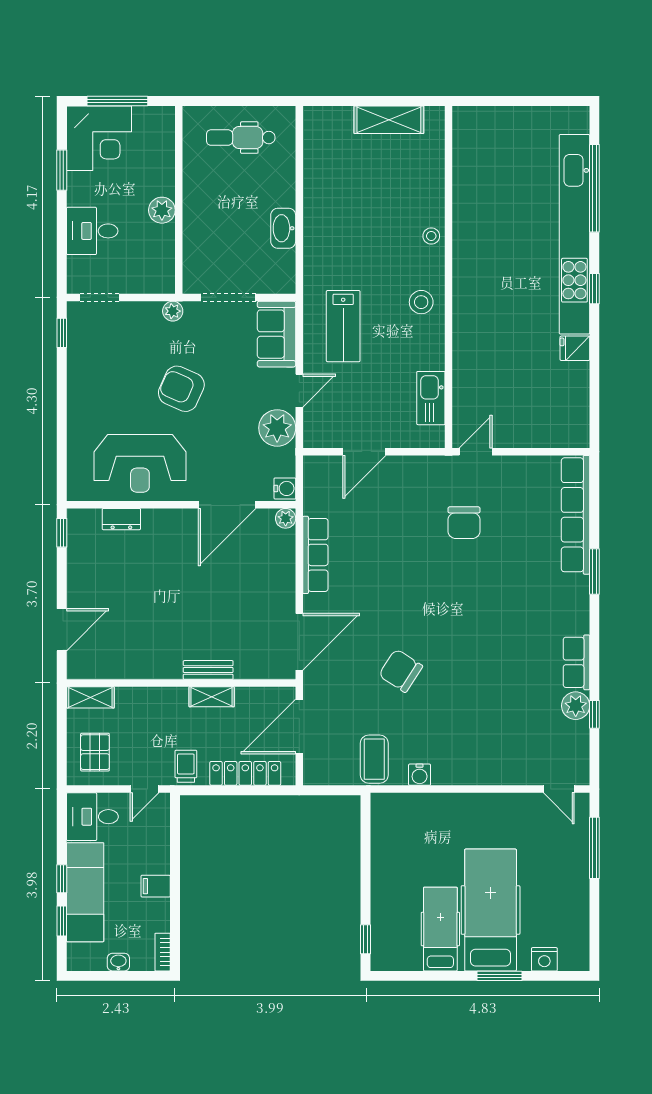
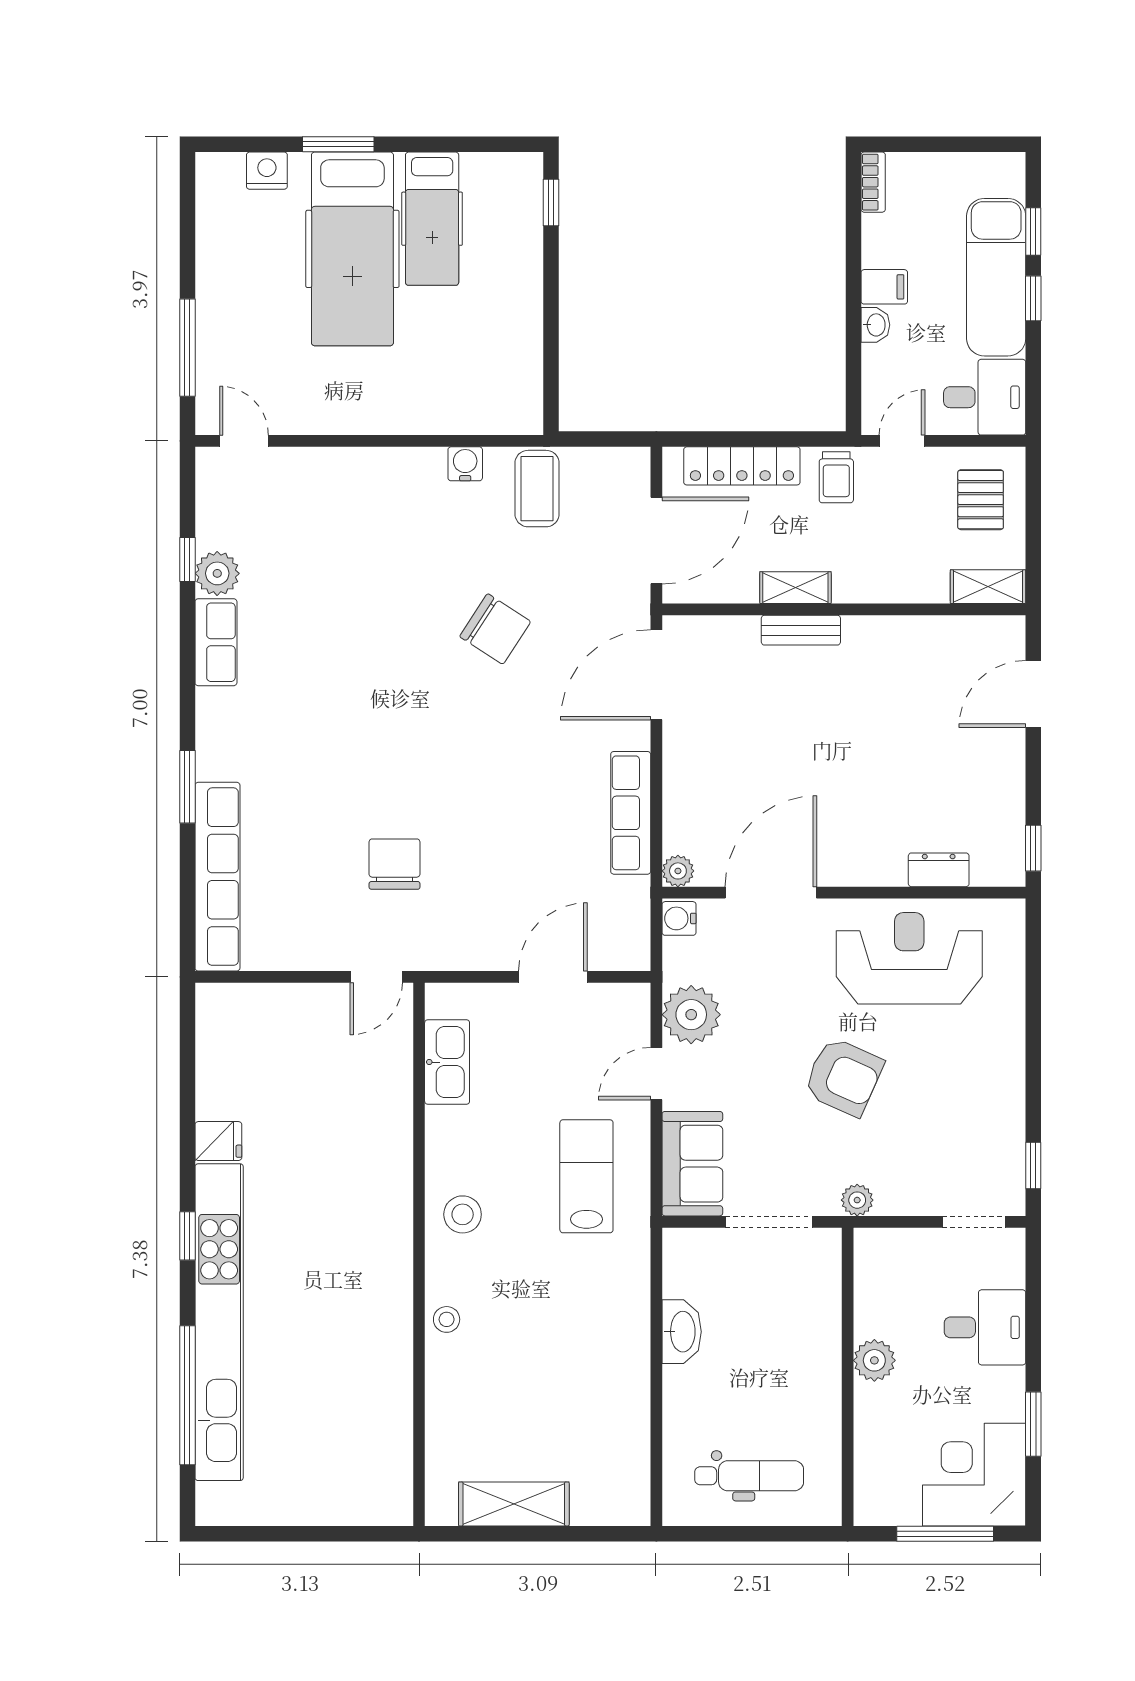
washbasin: (118, 962) -> (875, 325), moved, turned -90

